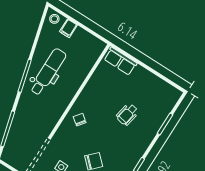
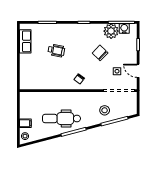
row of seats: (120, 61) -> (25, 41), moved
stool: (27, 126) -> (105, 110), added

